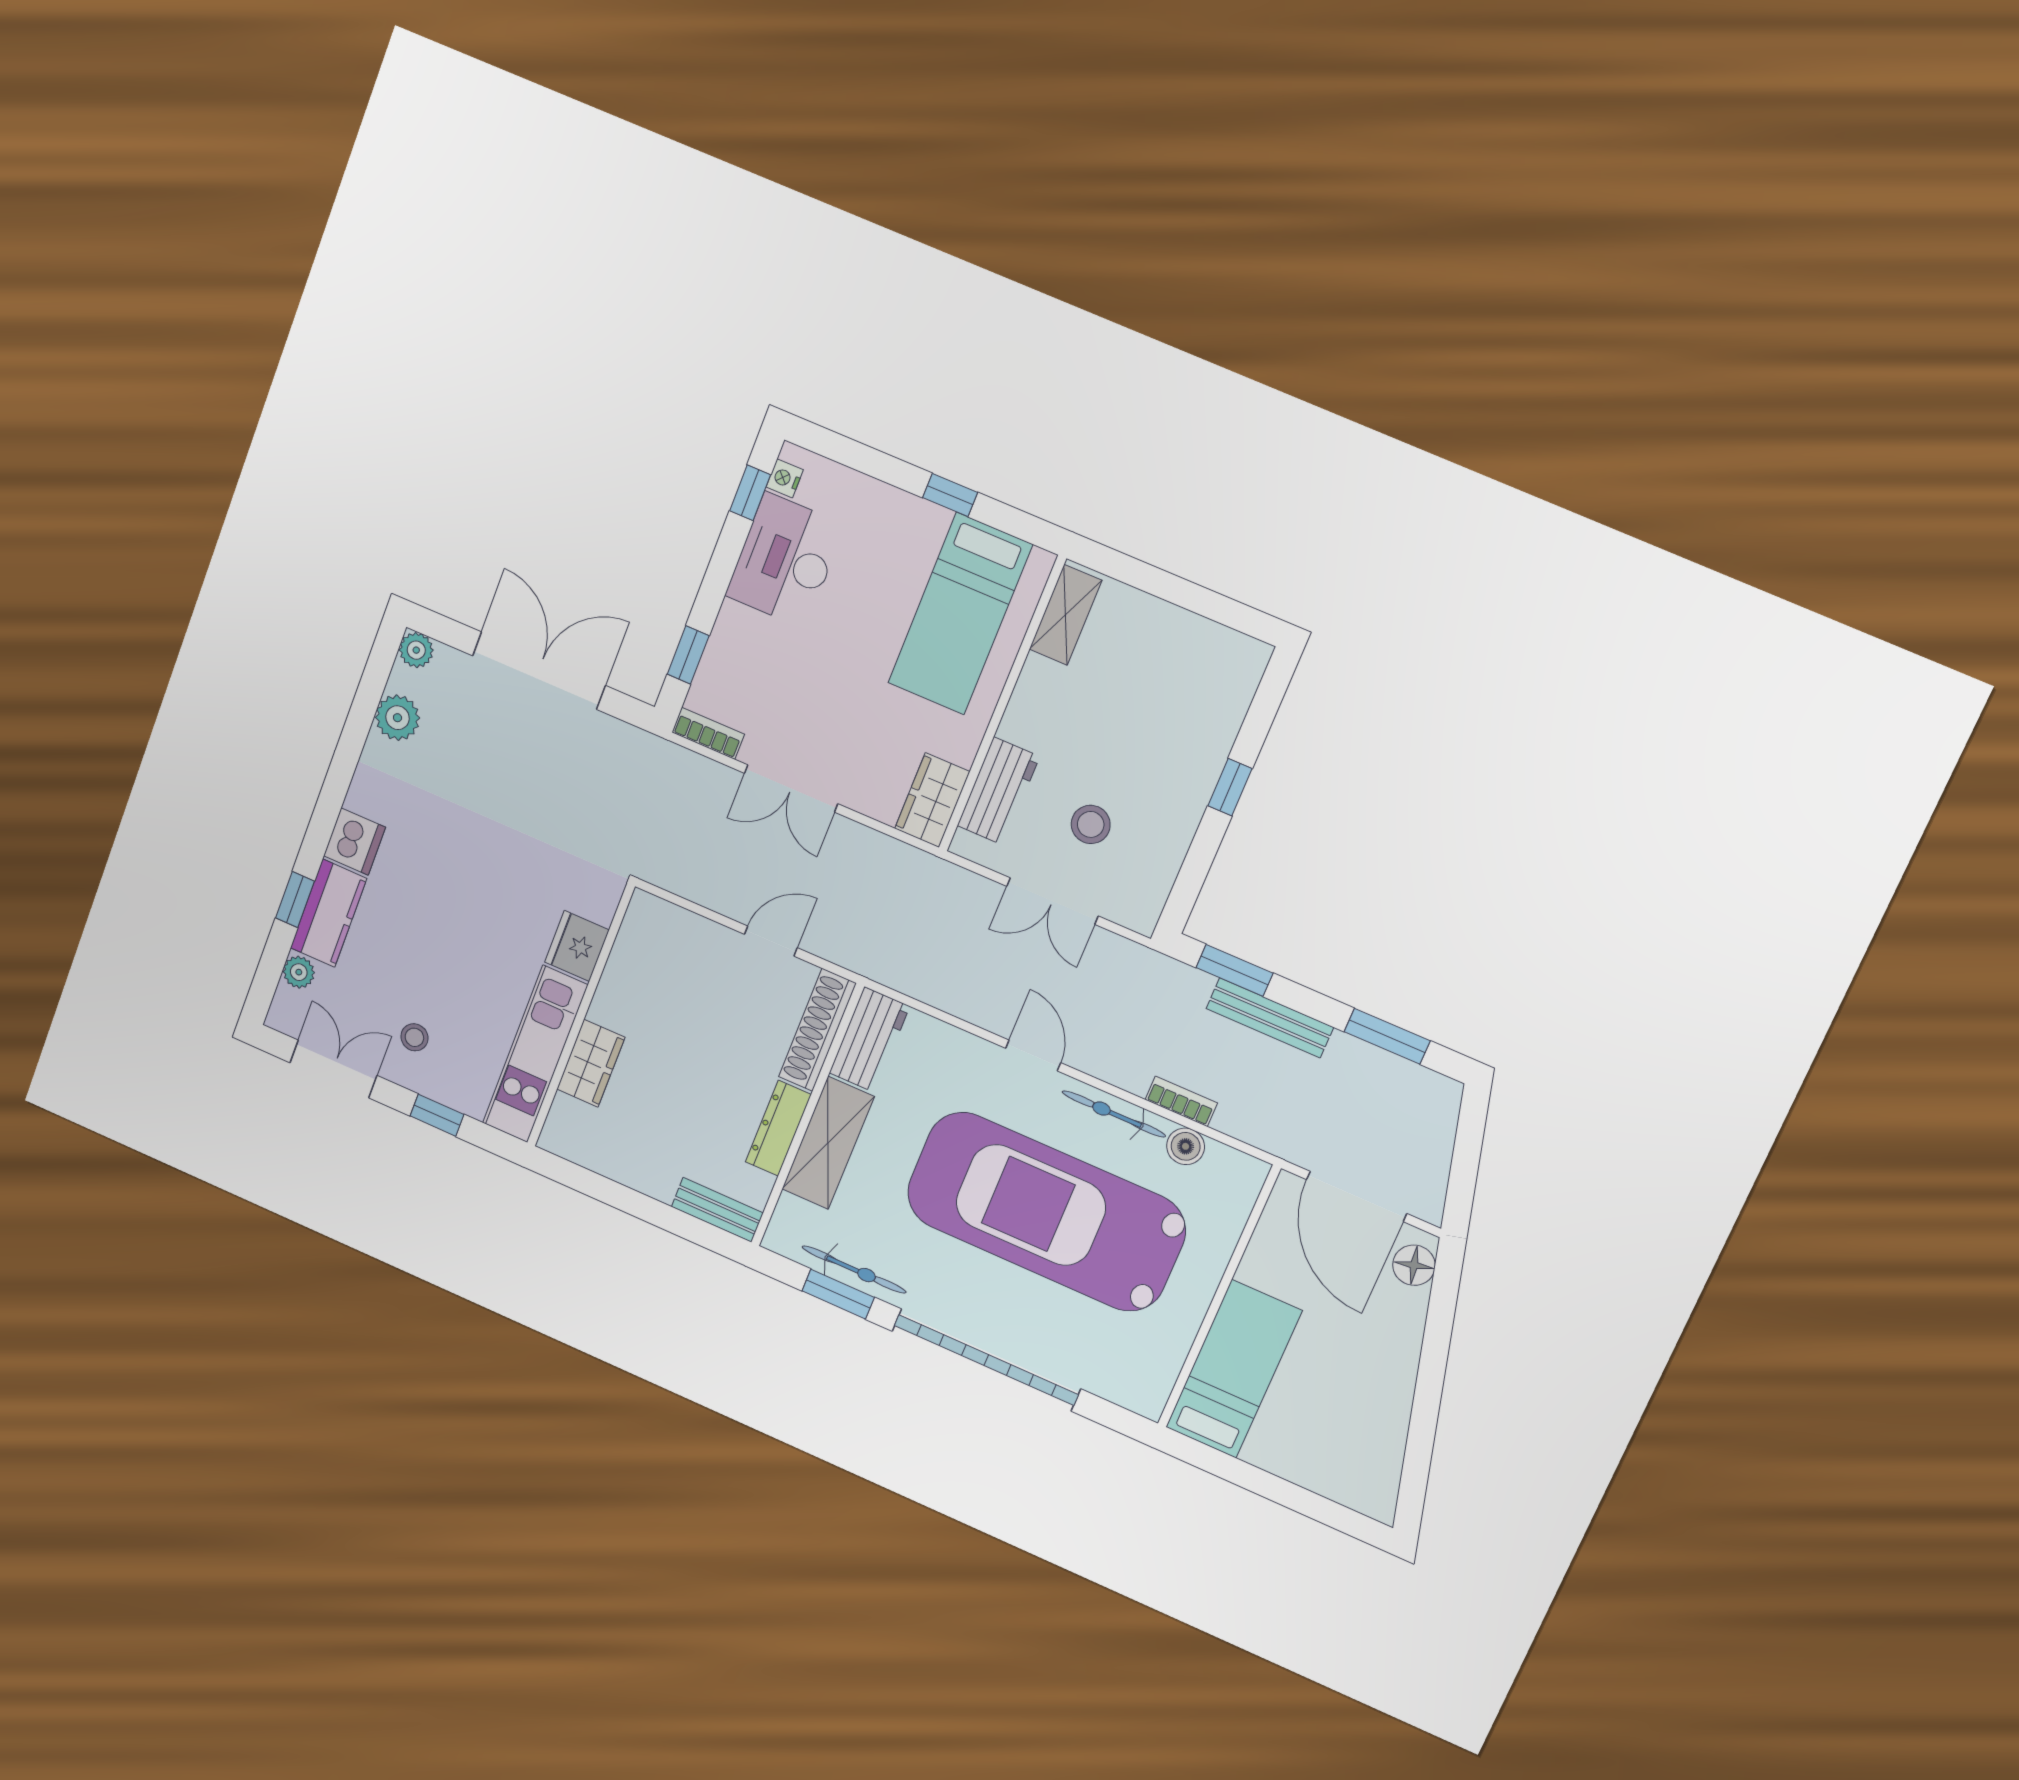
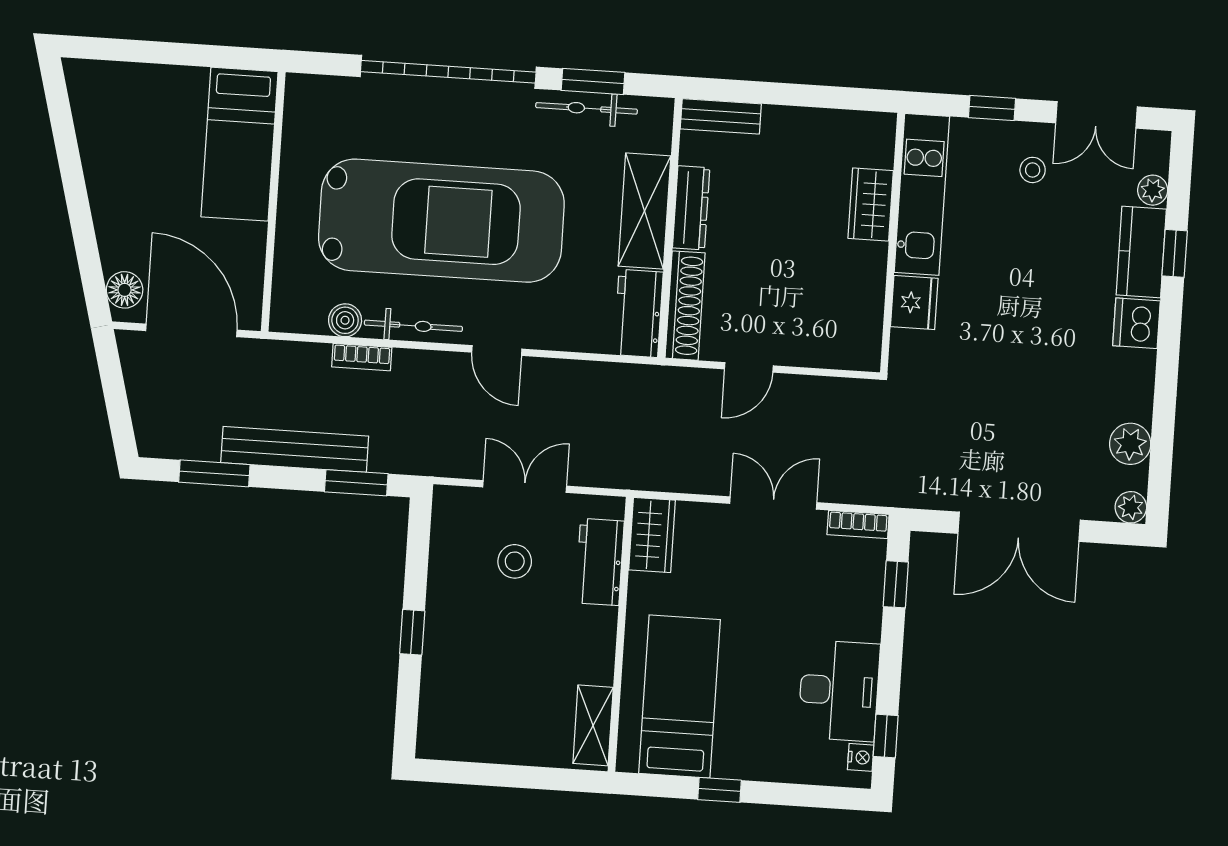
bench: (1270, 1018) -> (295, 449), width x1.37, depth x1.21

